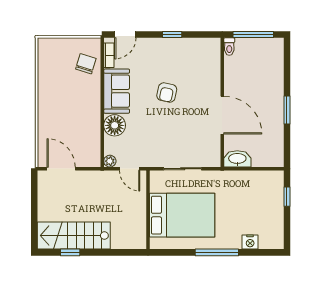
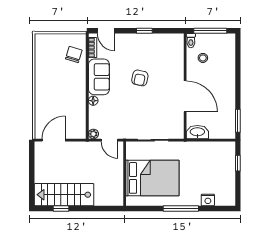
door: (125, 35) -> (106, 31), hinge flipped
stool: (244, 68) -> (203, 58), added
window: (287, 110) -> (238, 121), moved
floor lamp: (115, 125) -> (93, 101), width x0.53, depth x0.53
door: (61, 169) -> (54, 140), hinge flipped

